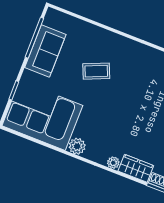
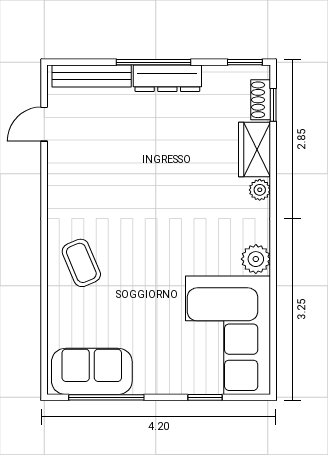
sofa: (45, 51) -> (92, 371), moved
coffee table: (96, 71) -> (81, 263), moved

